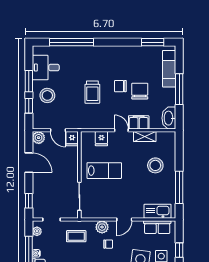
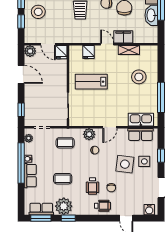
washbasin: (169, 118) -> (151, 15), moved
lab bench: (104, 171) -> (91, 82), turned 180

